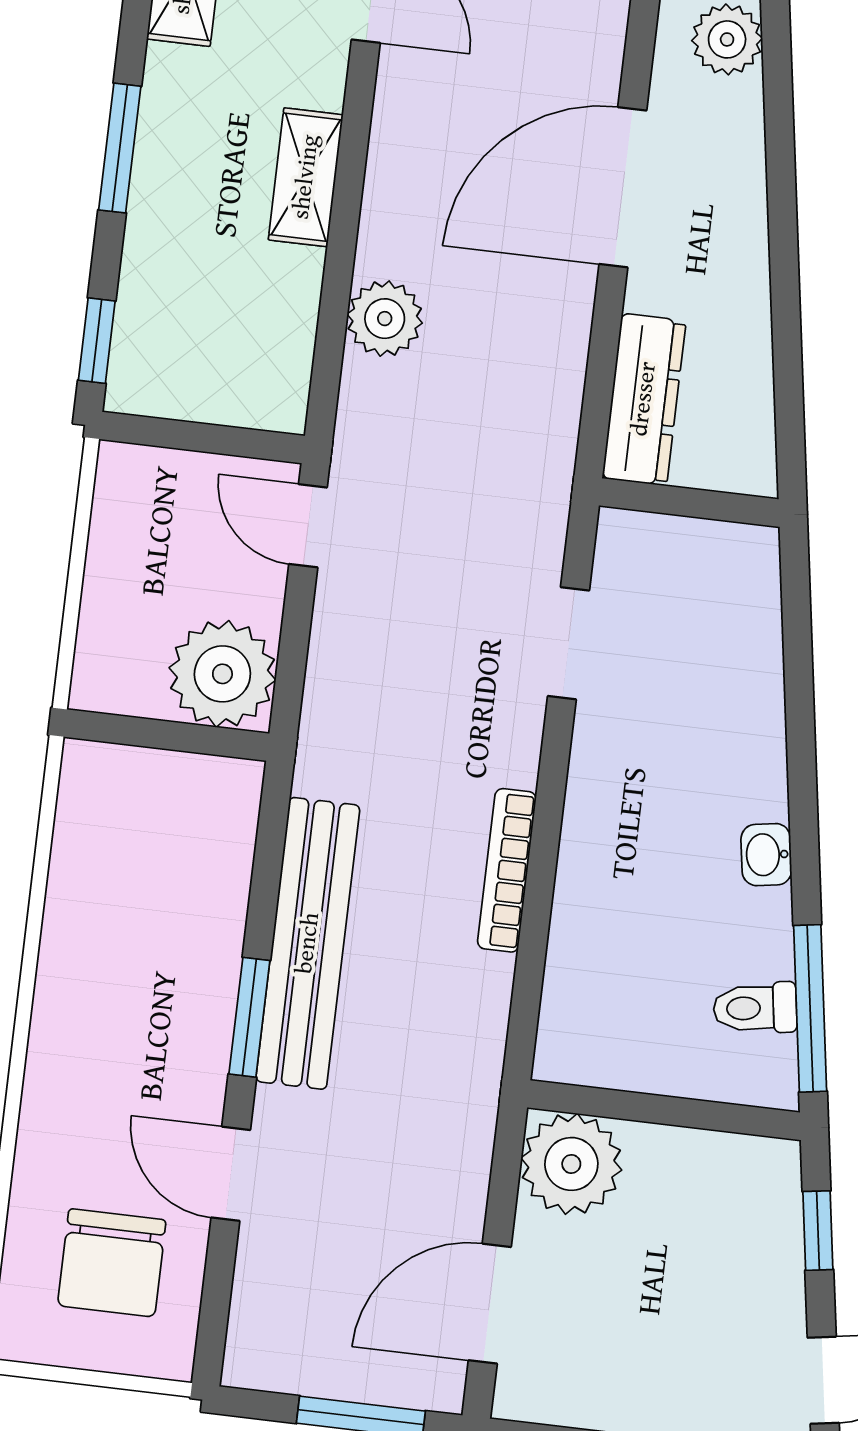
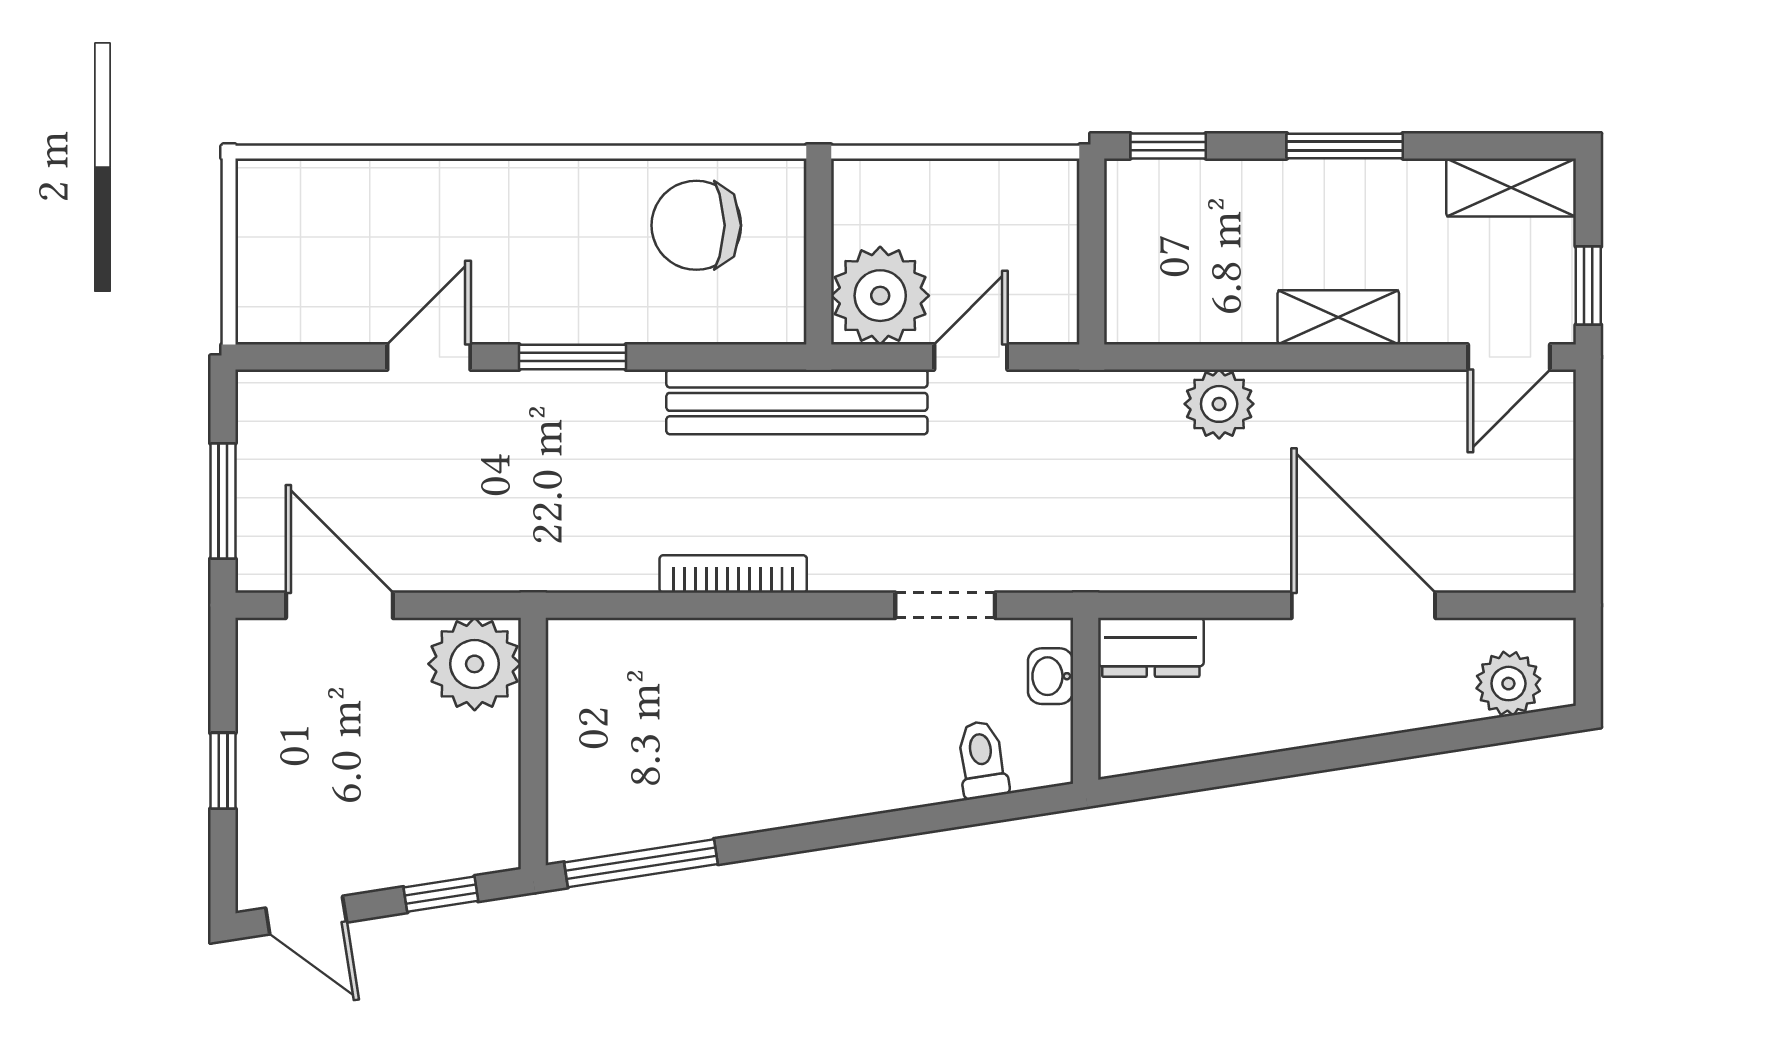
dresser: (644, 399) -> (1151, 647), width x0.70
door: (308, 526) -> (971, 357), moved
washbasin: (766, 855) -> (1051, 676), moved, turned -81
bench: (308, 943) -> (797, 402), moved
toilet: (755, 1008) -> (982, 760), moved
chair: (112, 1263) -> (696, 225), moved

